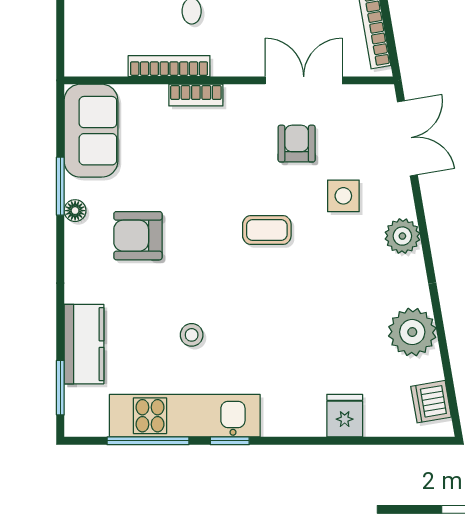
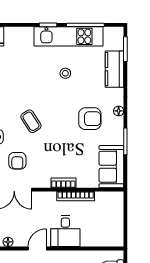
floor lamp: (75, 211) -> (119, 111), moved
coffee table: (267, 230) -> (31, 121), turned 57

